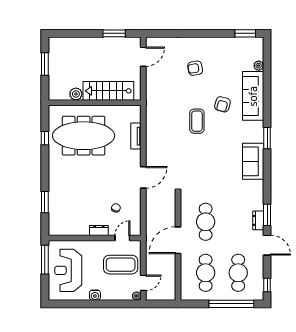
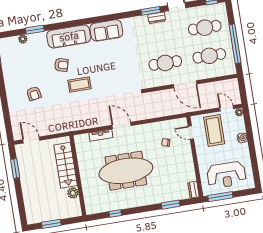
sofa: (253, 96) -> (69, 36), moved
meeting table: (84, 136) -> (126, 171), moved, turned 90
window: (267, 138) -> (35, 30), moved
door: (143, 177) -> (122, 125), moved
dresser: (99, 231) -> (193, 190), moved
water cooler: (95, 295) -> (242, 138), moved
window: (231, 304) -> (235, 44), moved

